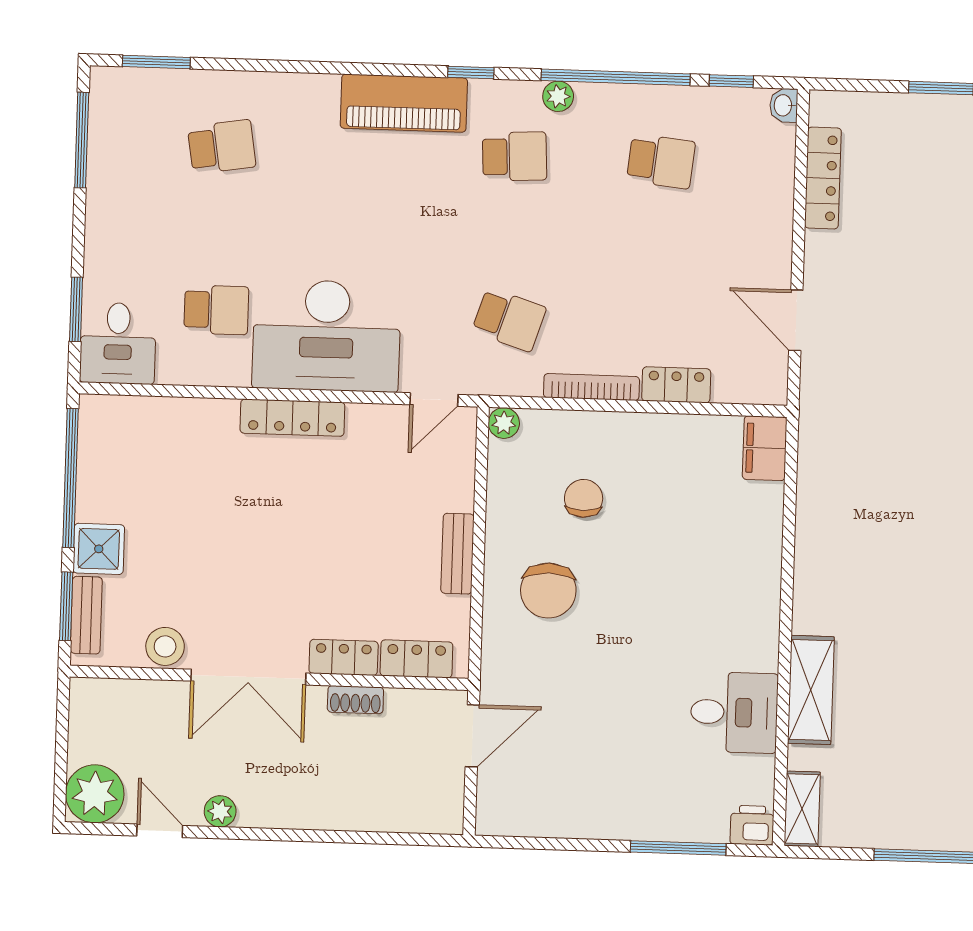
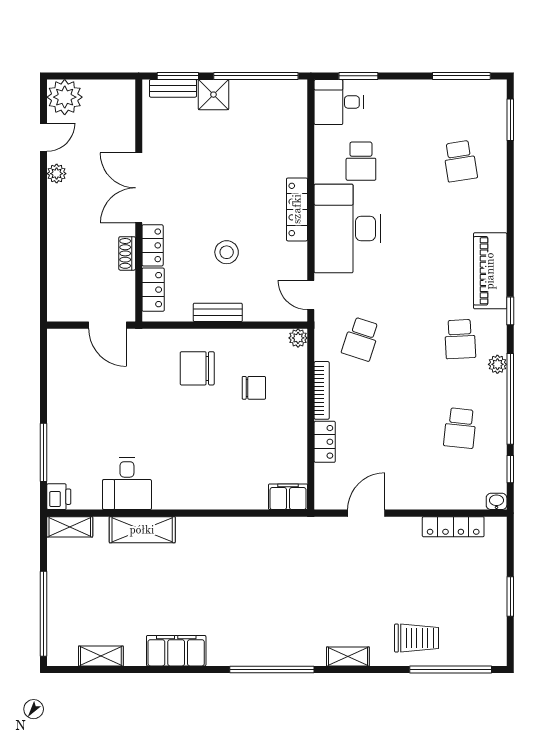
stool: (165, 646) -> (227, 252), moved

